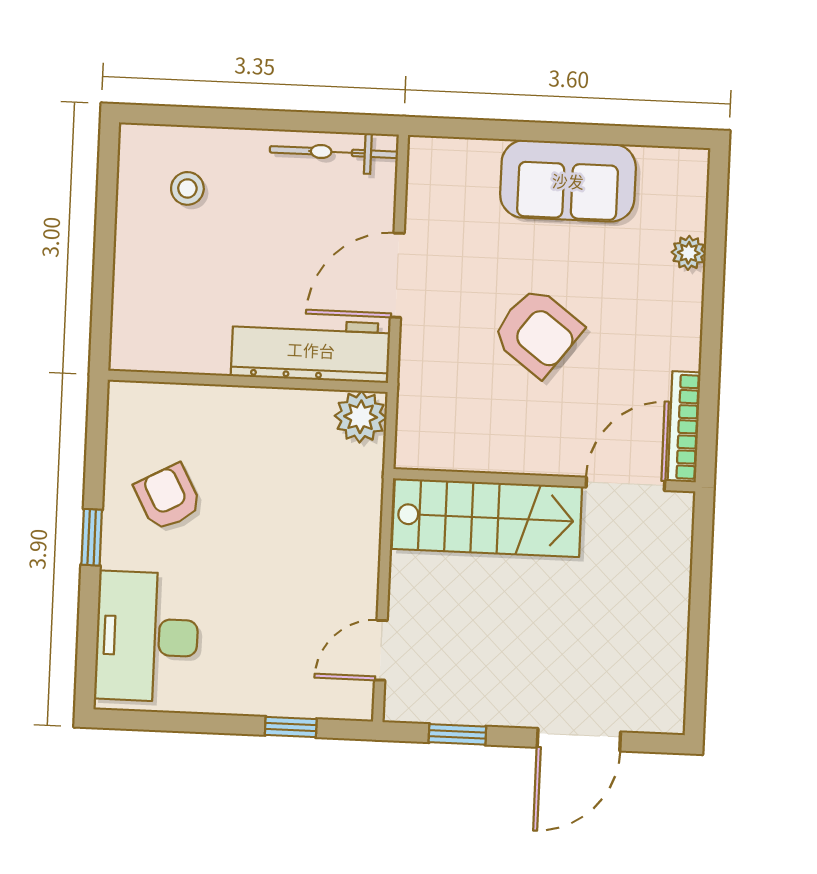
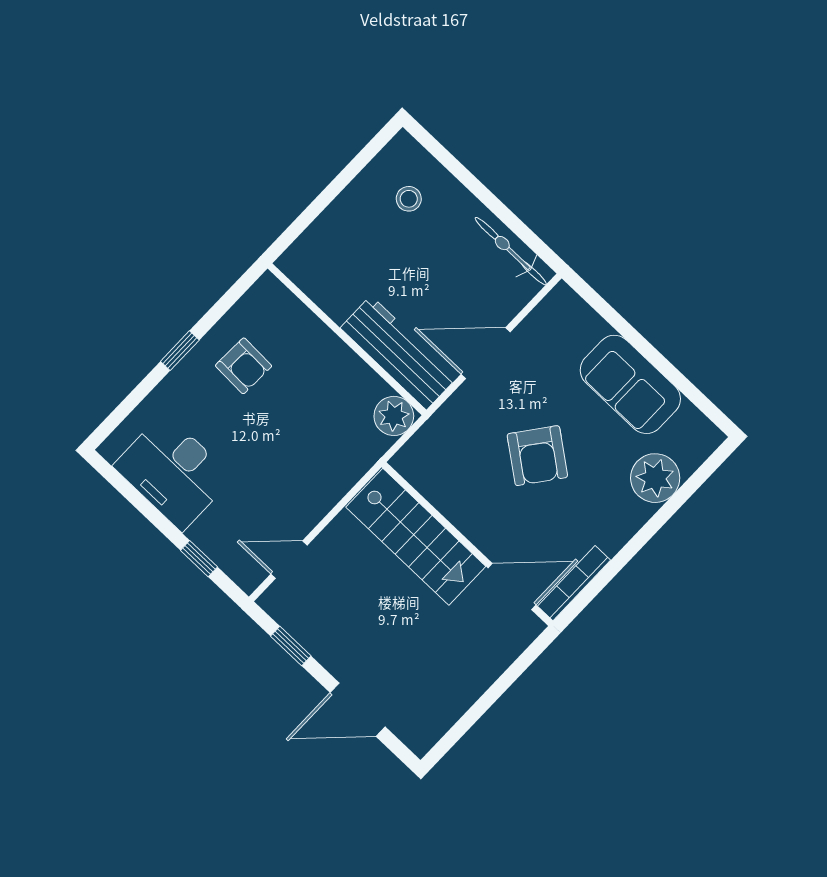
plant: (689, 253) -> (655, 478), width x1.88, depth x1.88
armchair: (168, 497) -> (244, 366), turned 120
desk: (147, 637) -> (173, 472), moved, turned -90

